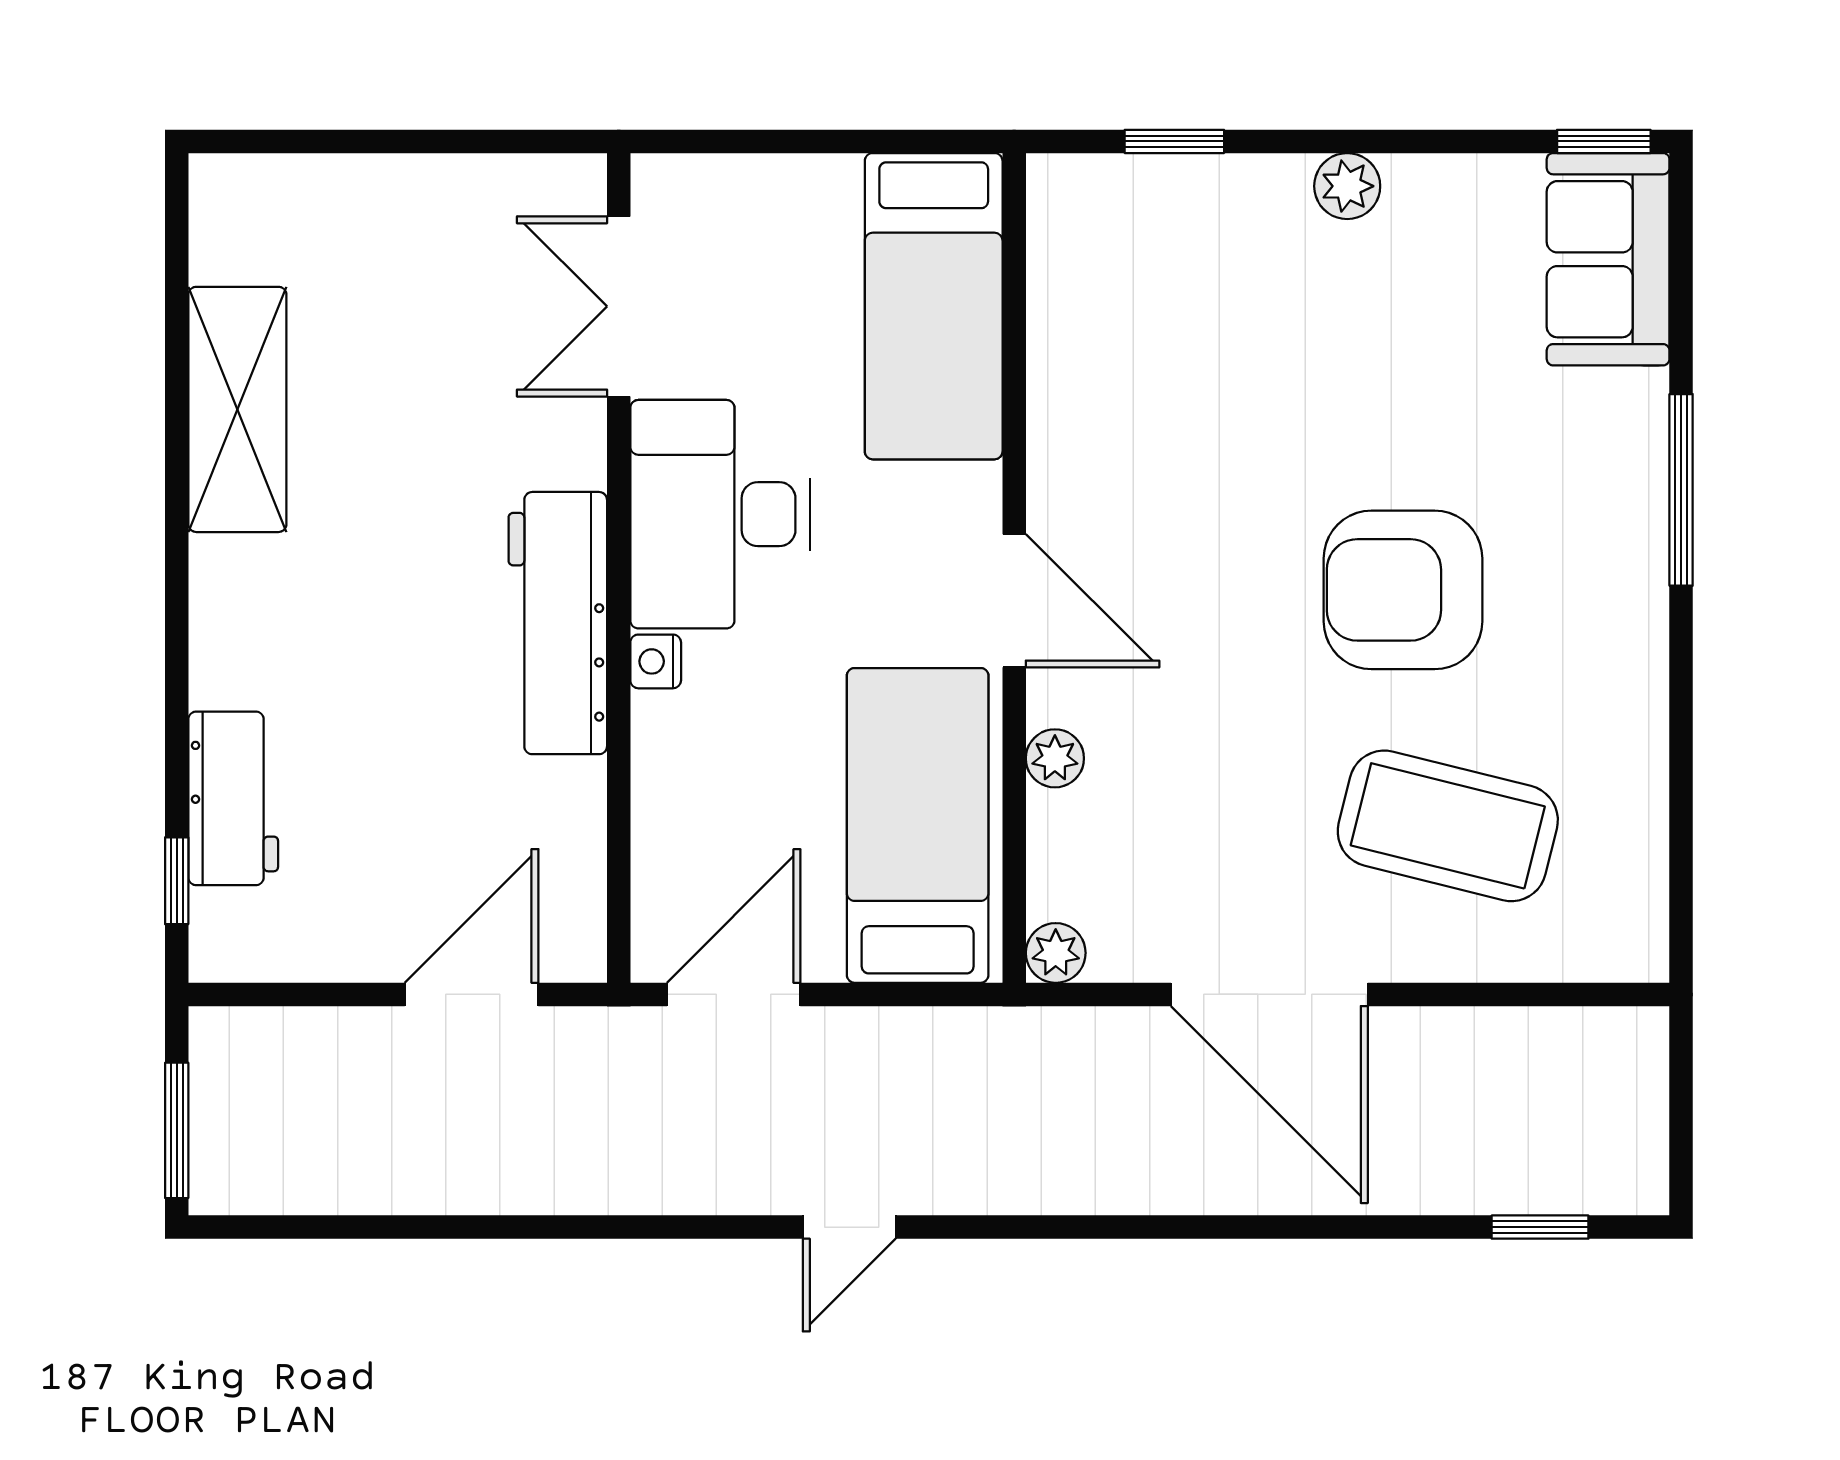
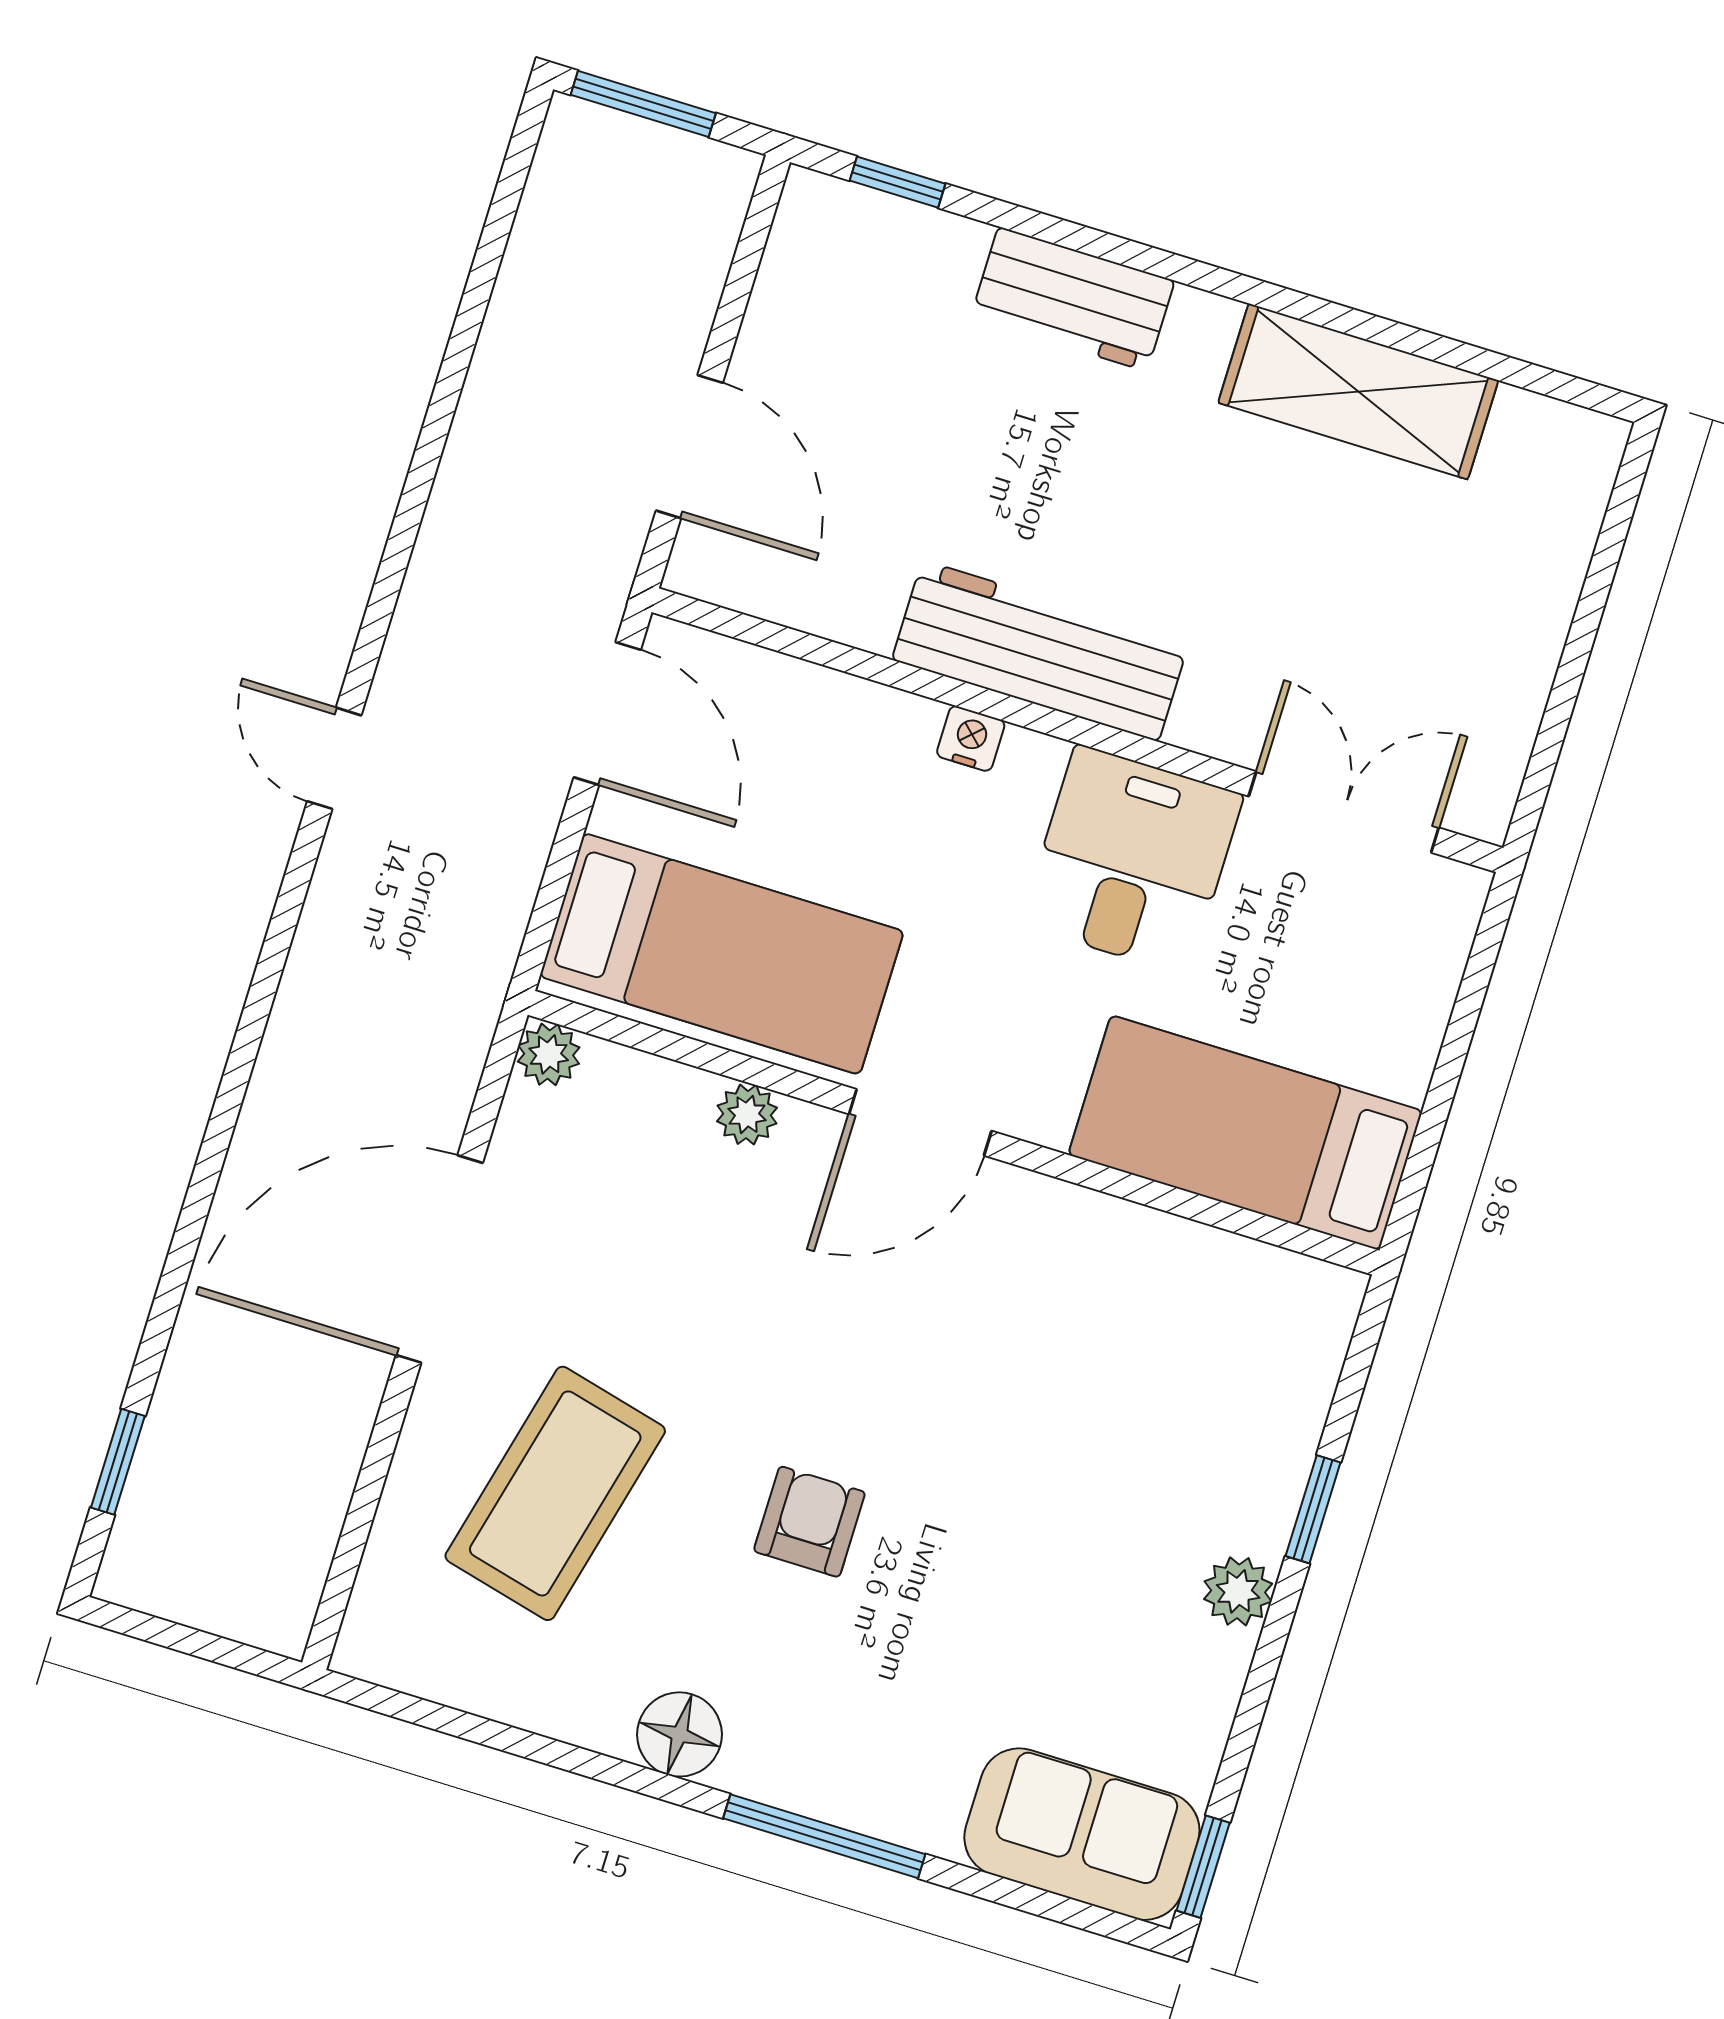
window: (1174, 141) -> (1313, 1509), moved
desk: (720, 514) -> (1132, 860), width x0.73
armchair: (1403, 590) -> (809, 1522), width x0.53, depth x0.53
floor lamp: (1630, 648) -> (679, 1734), added
workbench: (233, 798) -> (1073, 299), moved

